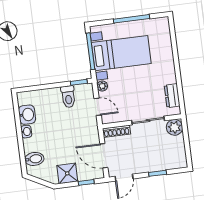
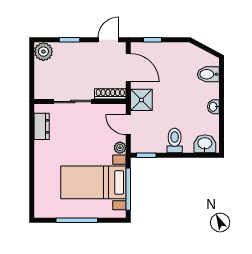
toilet: (68, 97) -> (175, 141), moved
washbasin: (27, 115) -> (205, 144), moved, turned 90
plant: (175, 127) -> (43, 52), moved
shower: (67, 173) -> (141, 100), moved

